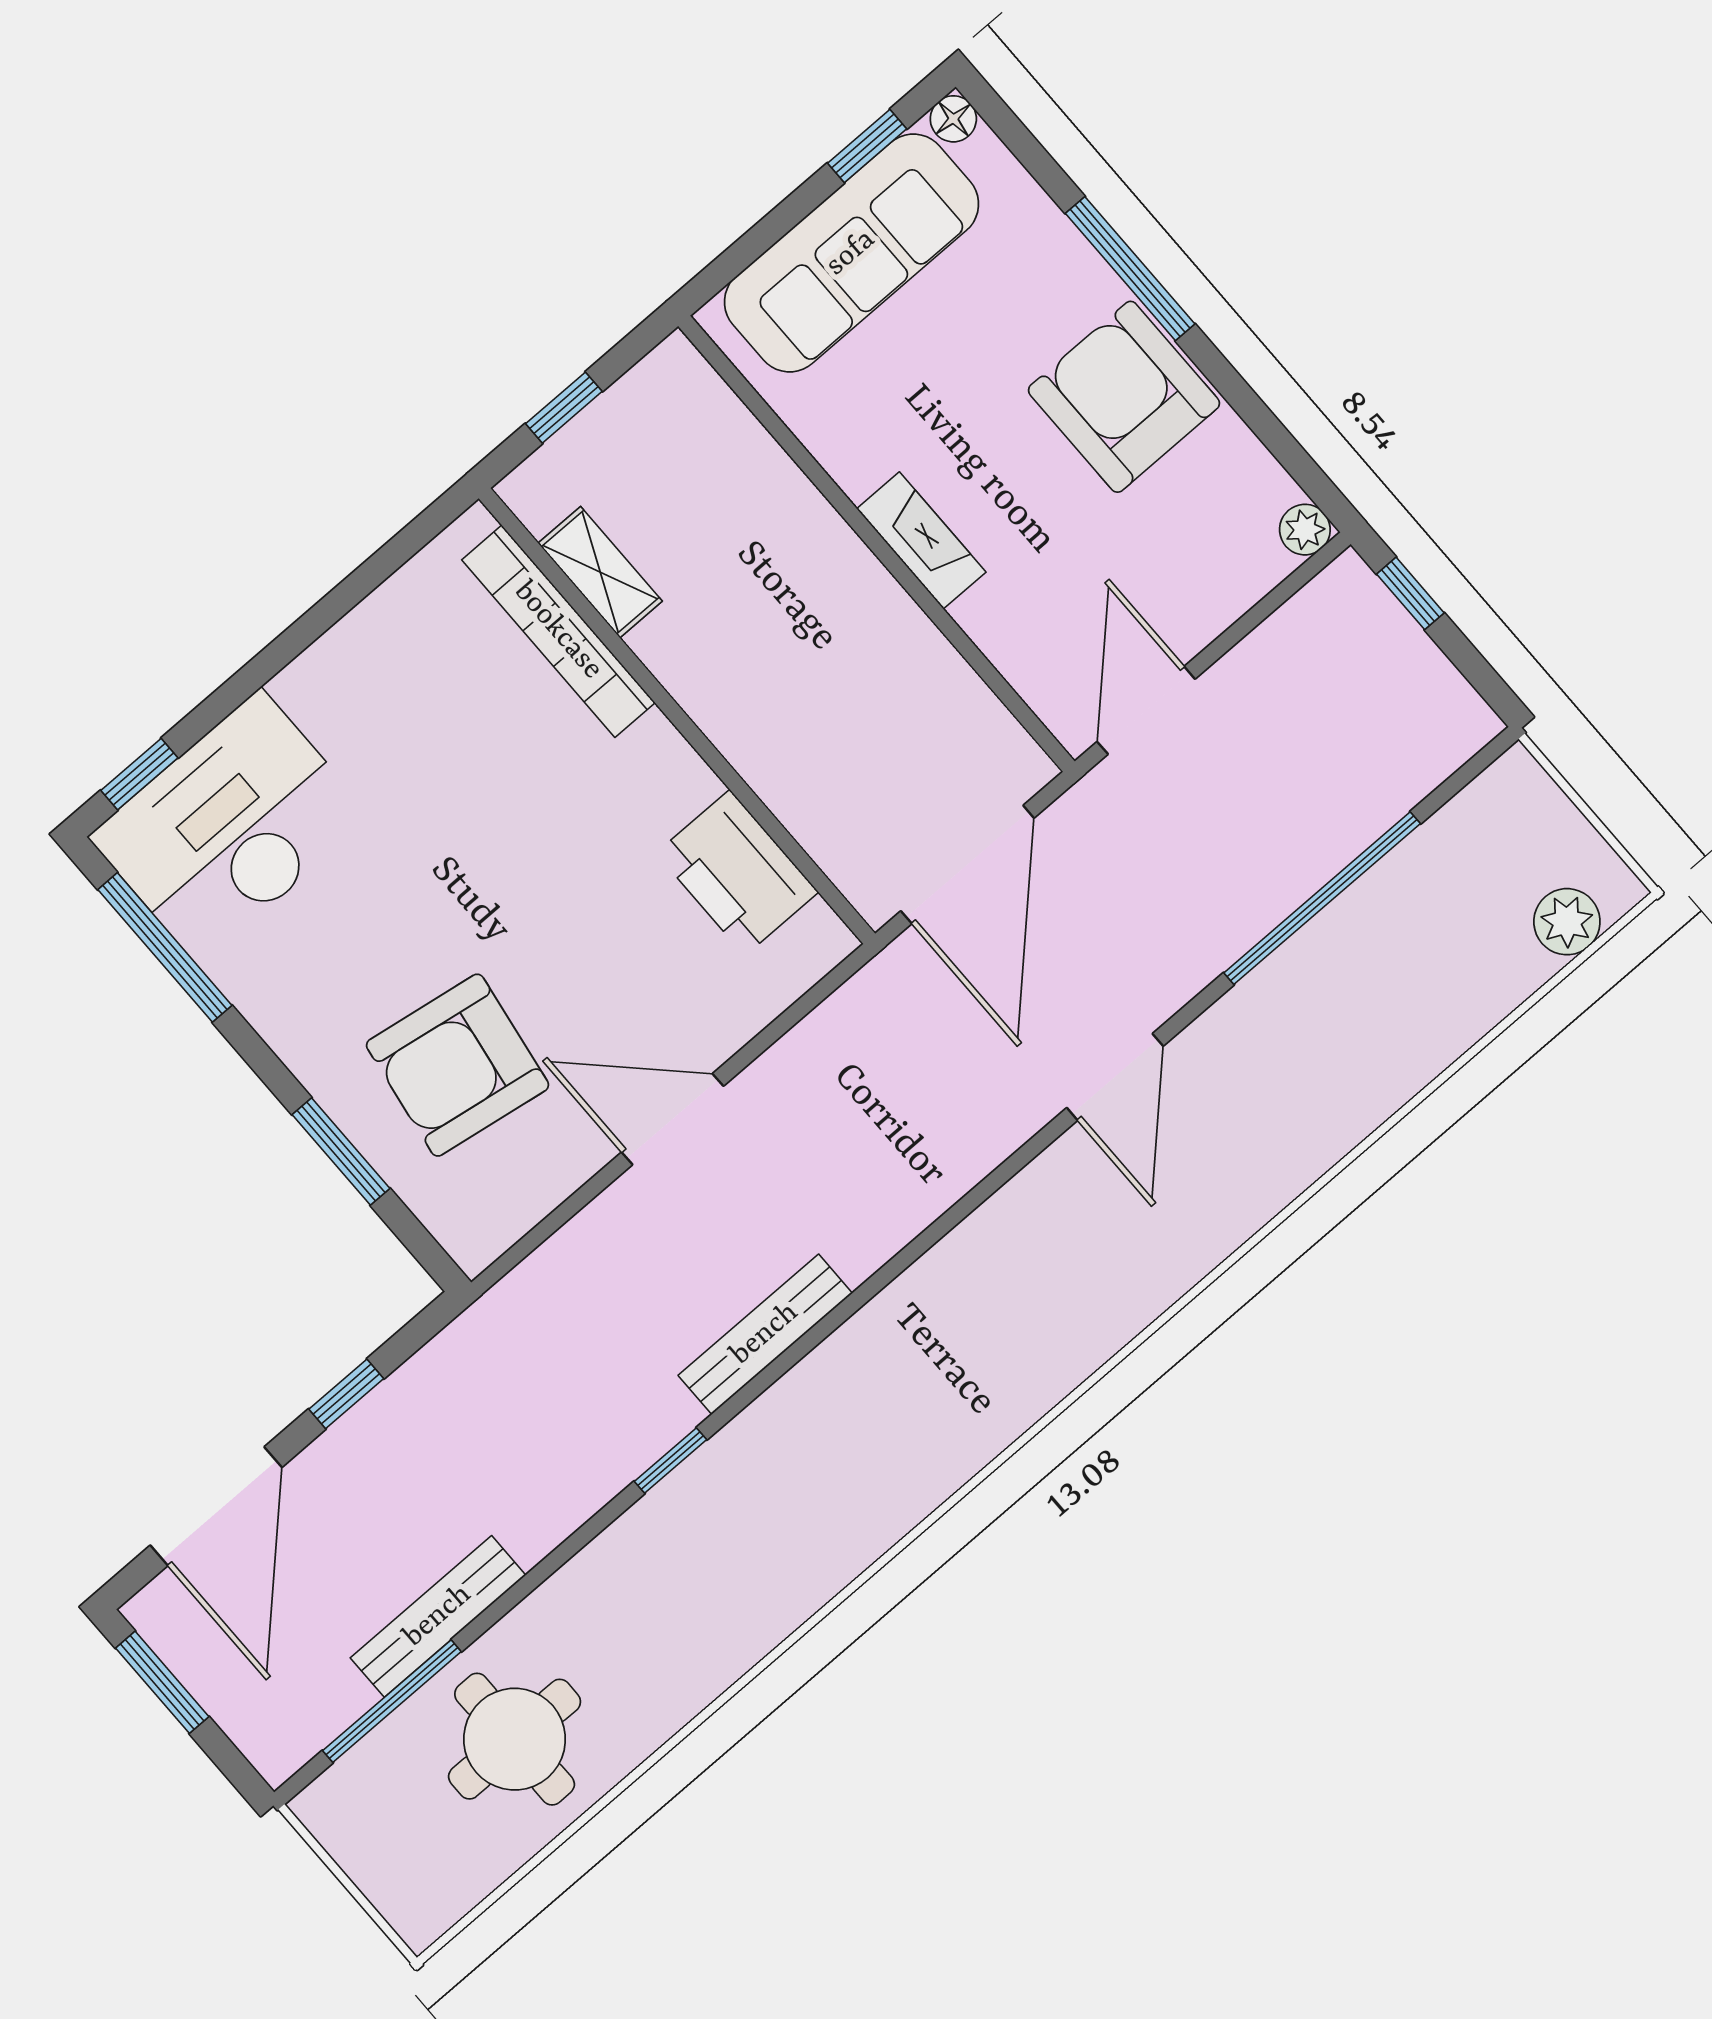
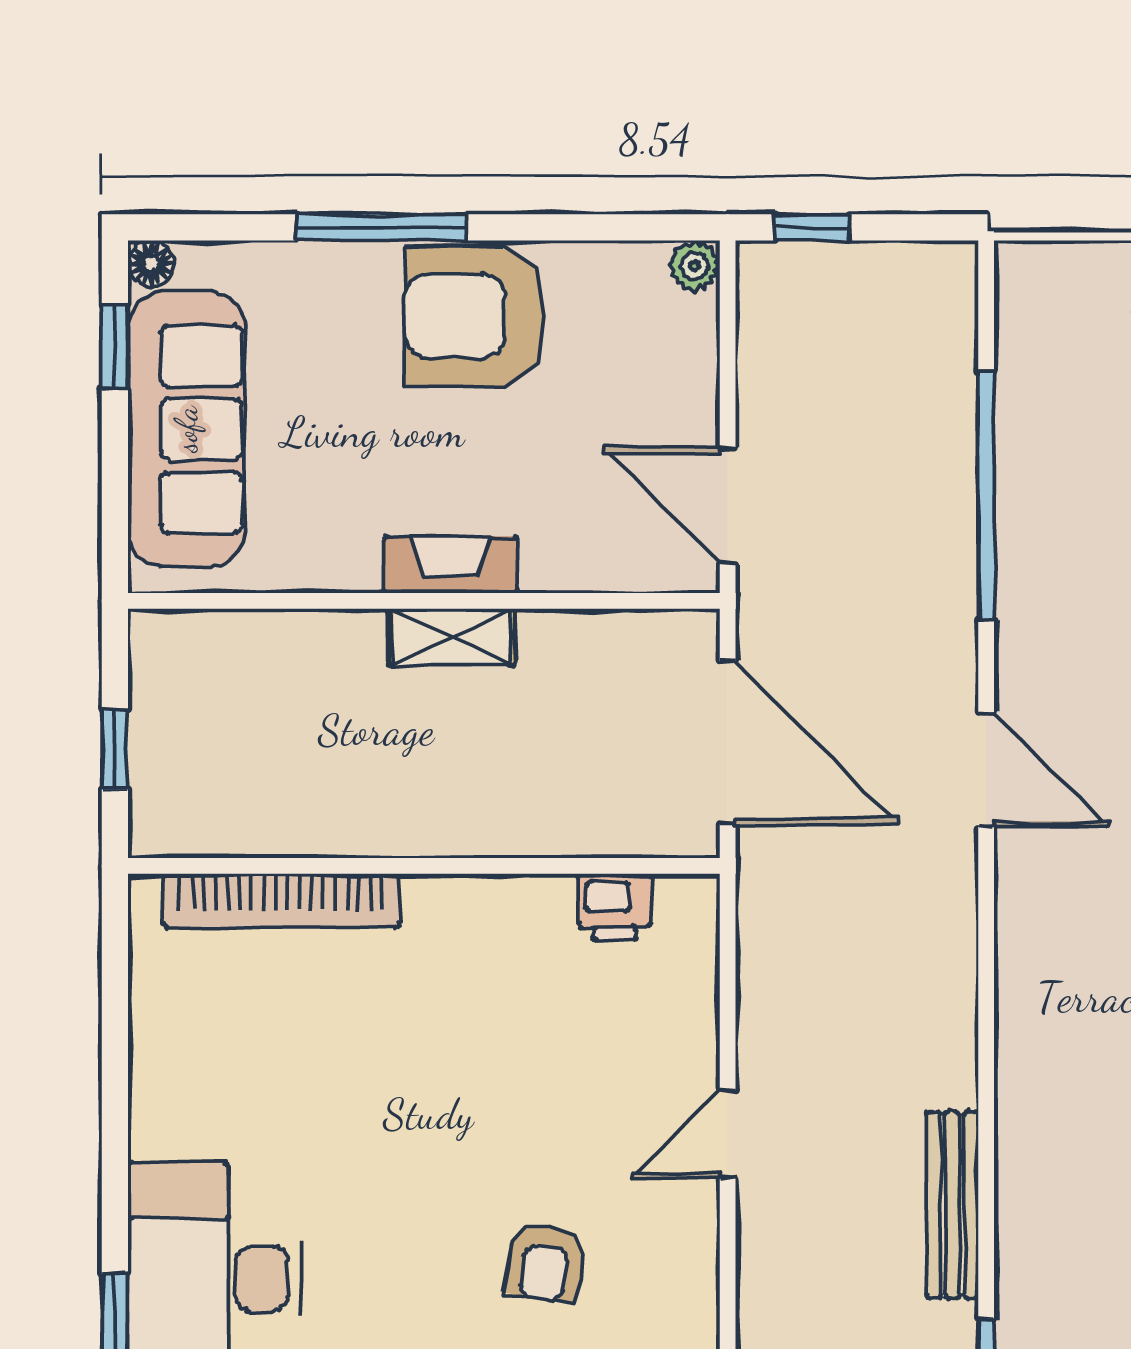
shelving: (600, 572) -> (451, 637), moved
printer: (737, 873) -> (615, 907), width x0.53, depth x0.68
armchair: (458, 1065) -> (545, 1262), width x0.53, depth x0.53
door: (672, 1119) -> (728, 1134), width x0.73

